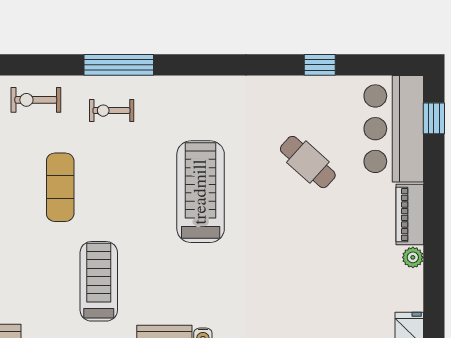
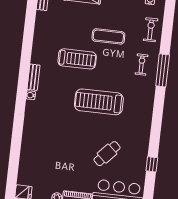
treadmill: (201, 192) -> (99, 102), turned 180
treadmill: (99, 281) -> (77, 59), moved

